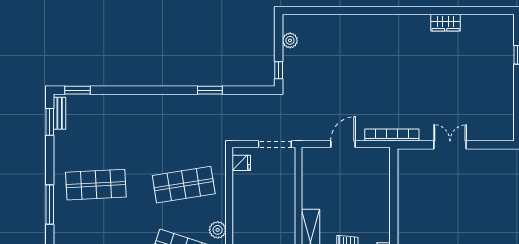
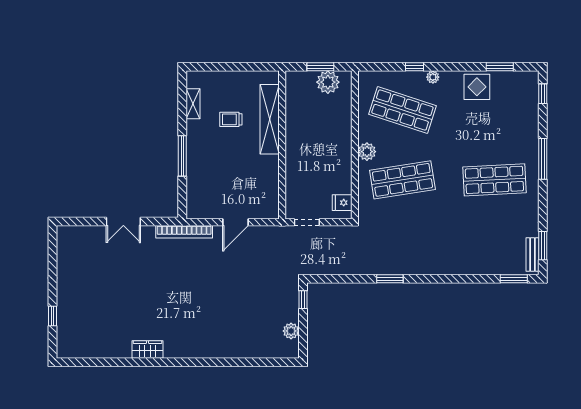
wardrobe: (446, 23) -> (147, 350), moved
window: (210, 90) -> (390, 279), moved
doorway: (275, 144) -> (307, 222), width x0.73
window: (394, 207) -> (182, 156), added
plant: (218, 230) -> (367, 152), moved

